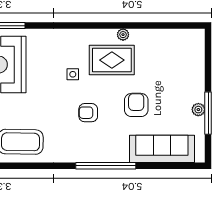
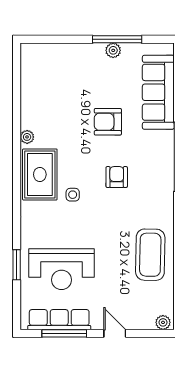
rug: (112, 60) -> (40, 174), moved
armchair: (88, 113) -> (117, 177), turned 180

